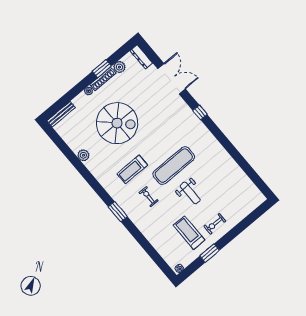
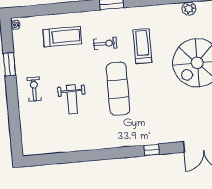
weight bench: (190, 193) -> (72, 99), moved, turned -90
treadmill: (189, 233) -> (62, 37), moved

